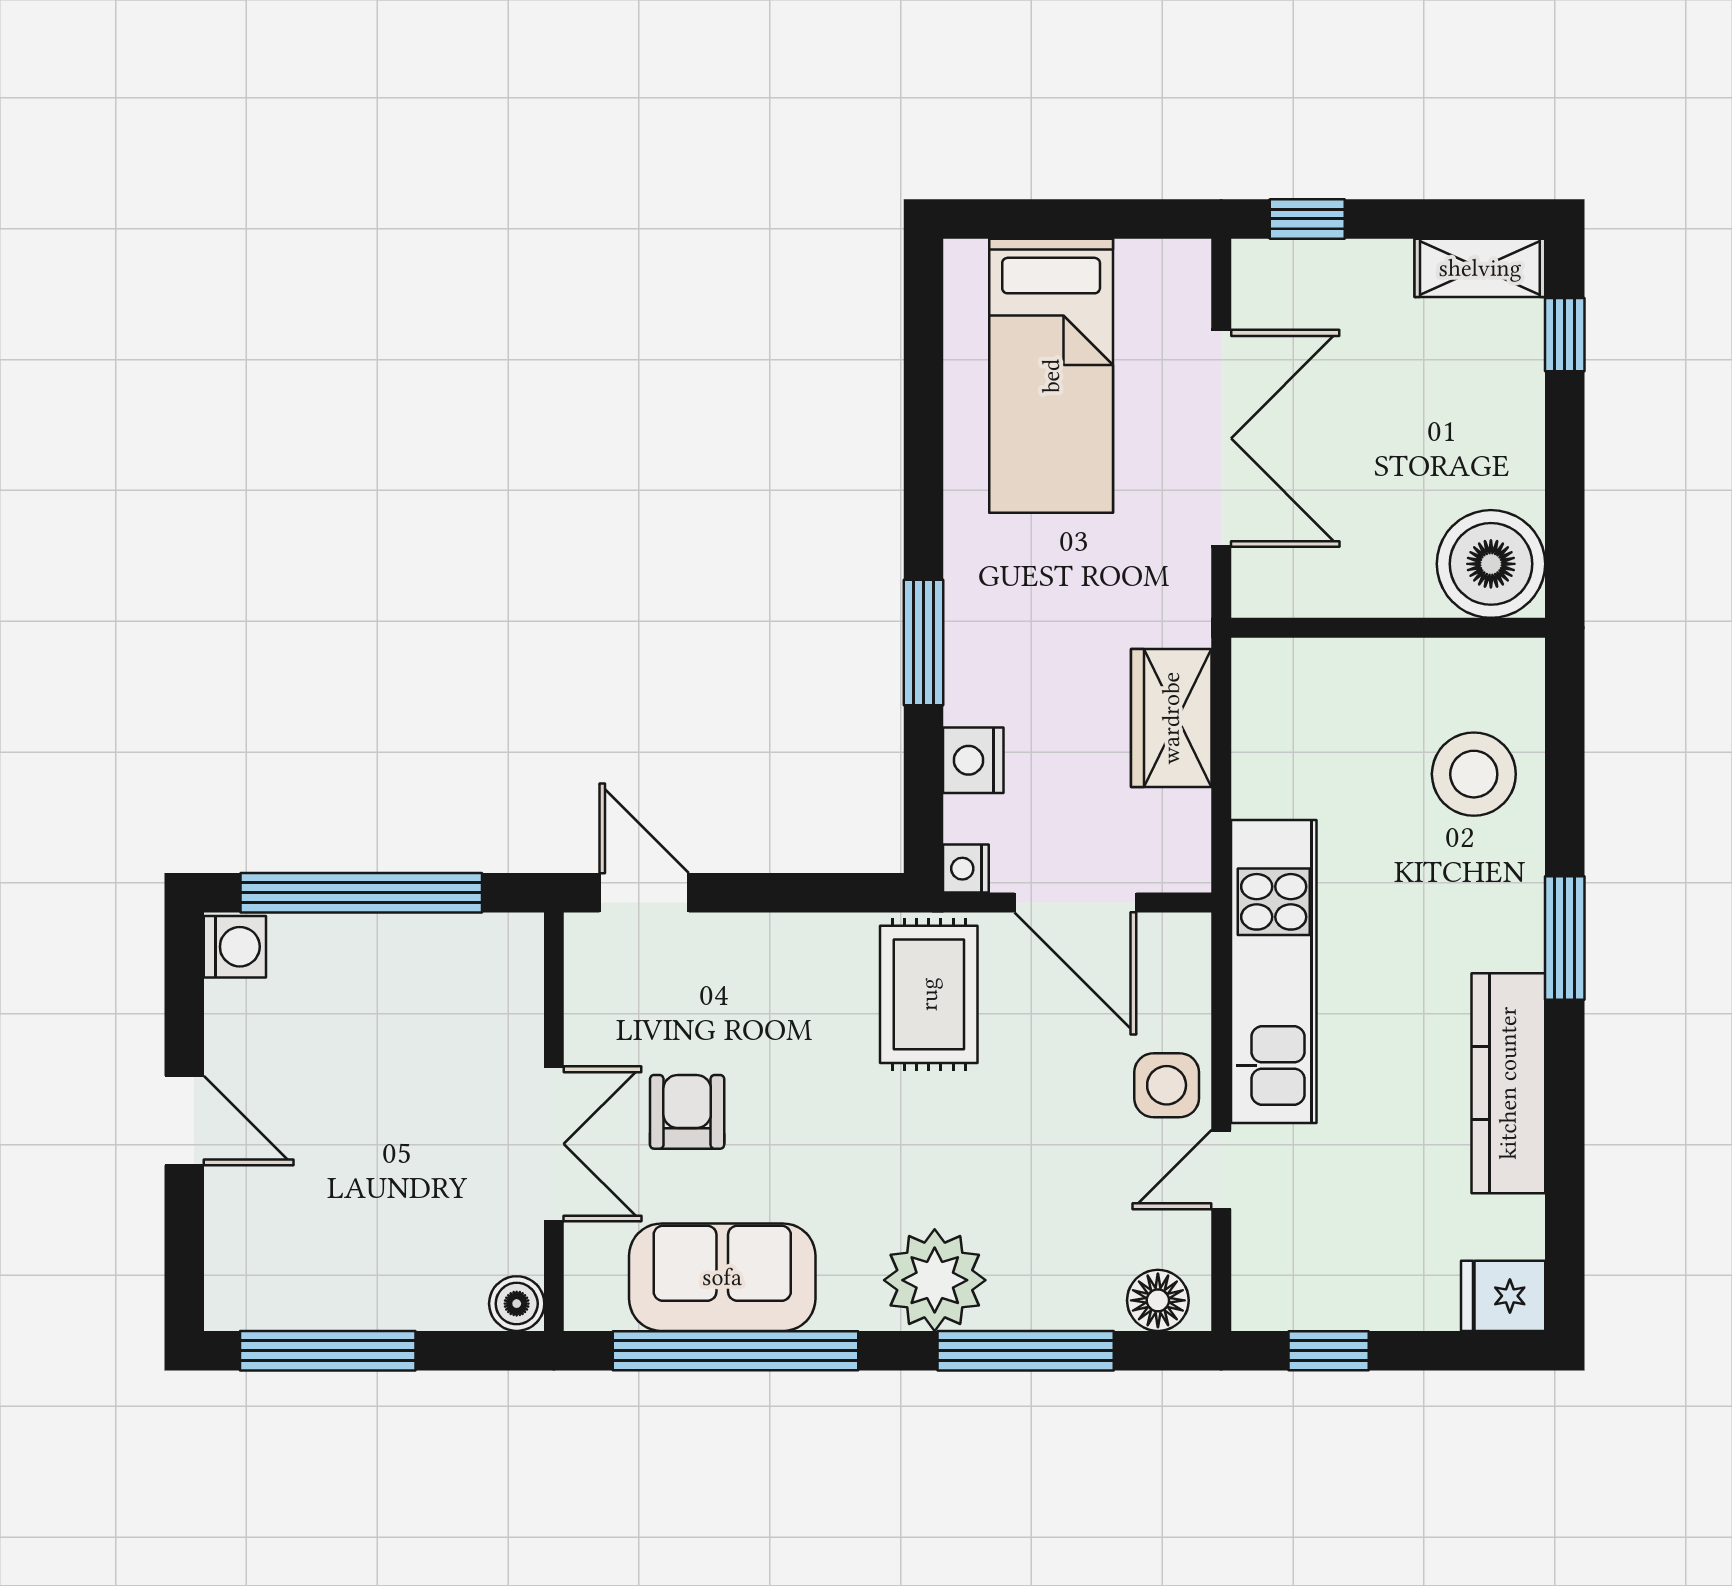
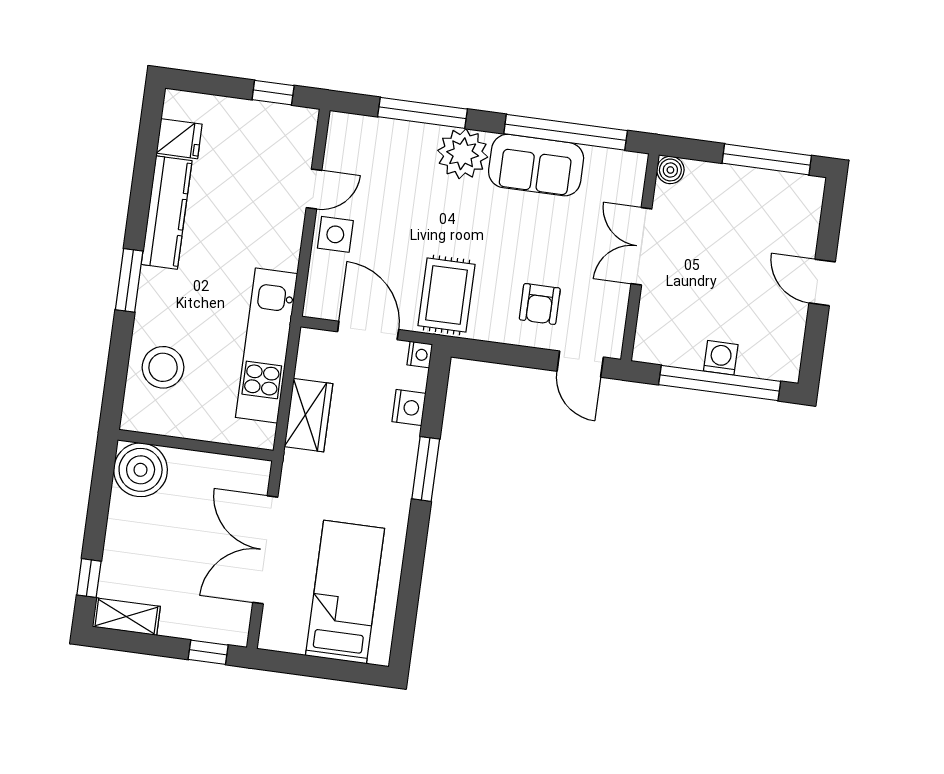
washing machine: (235, 947) -> (721, 358), moved, turned 90
kitchen unit: (1274, 972) -> (266, 346), moved
armchair: (687, 1112) -> (540, 304), moved
sofa: (722, 1277) -> (536, 165), moved
fridge: (1503, 1296) -> (179, 139), moved
floor lamp: (1158, 1300) -> (354, 129), removed

